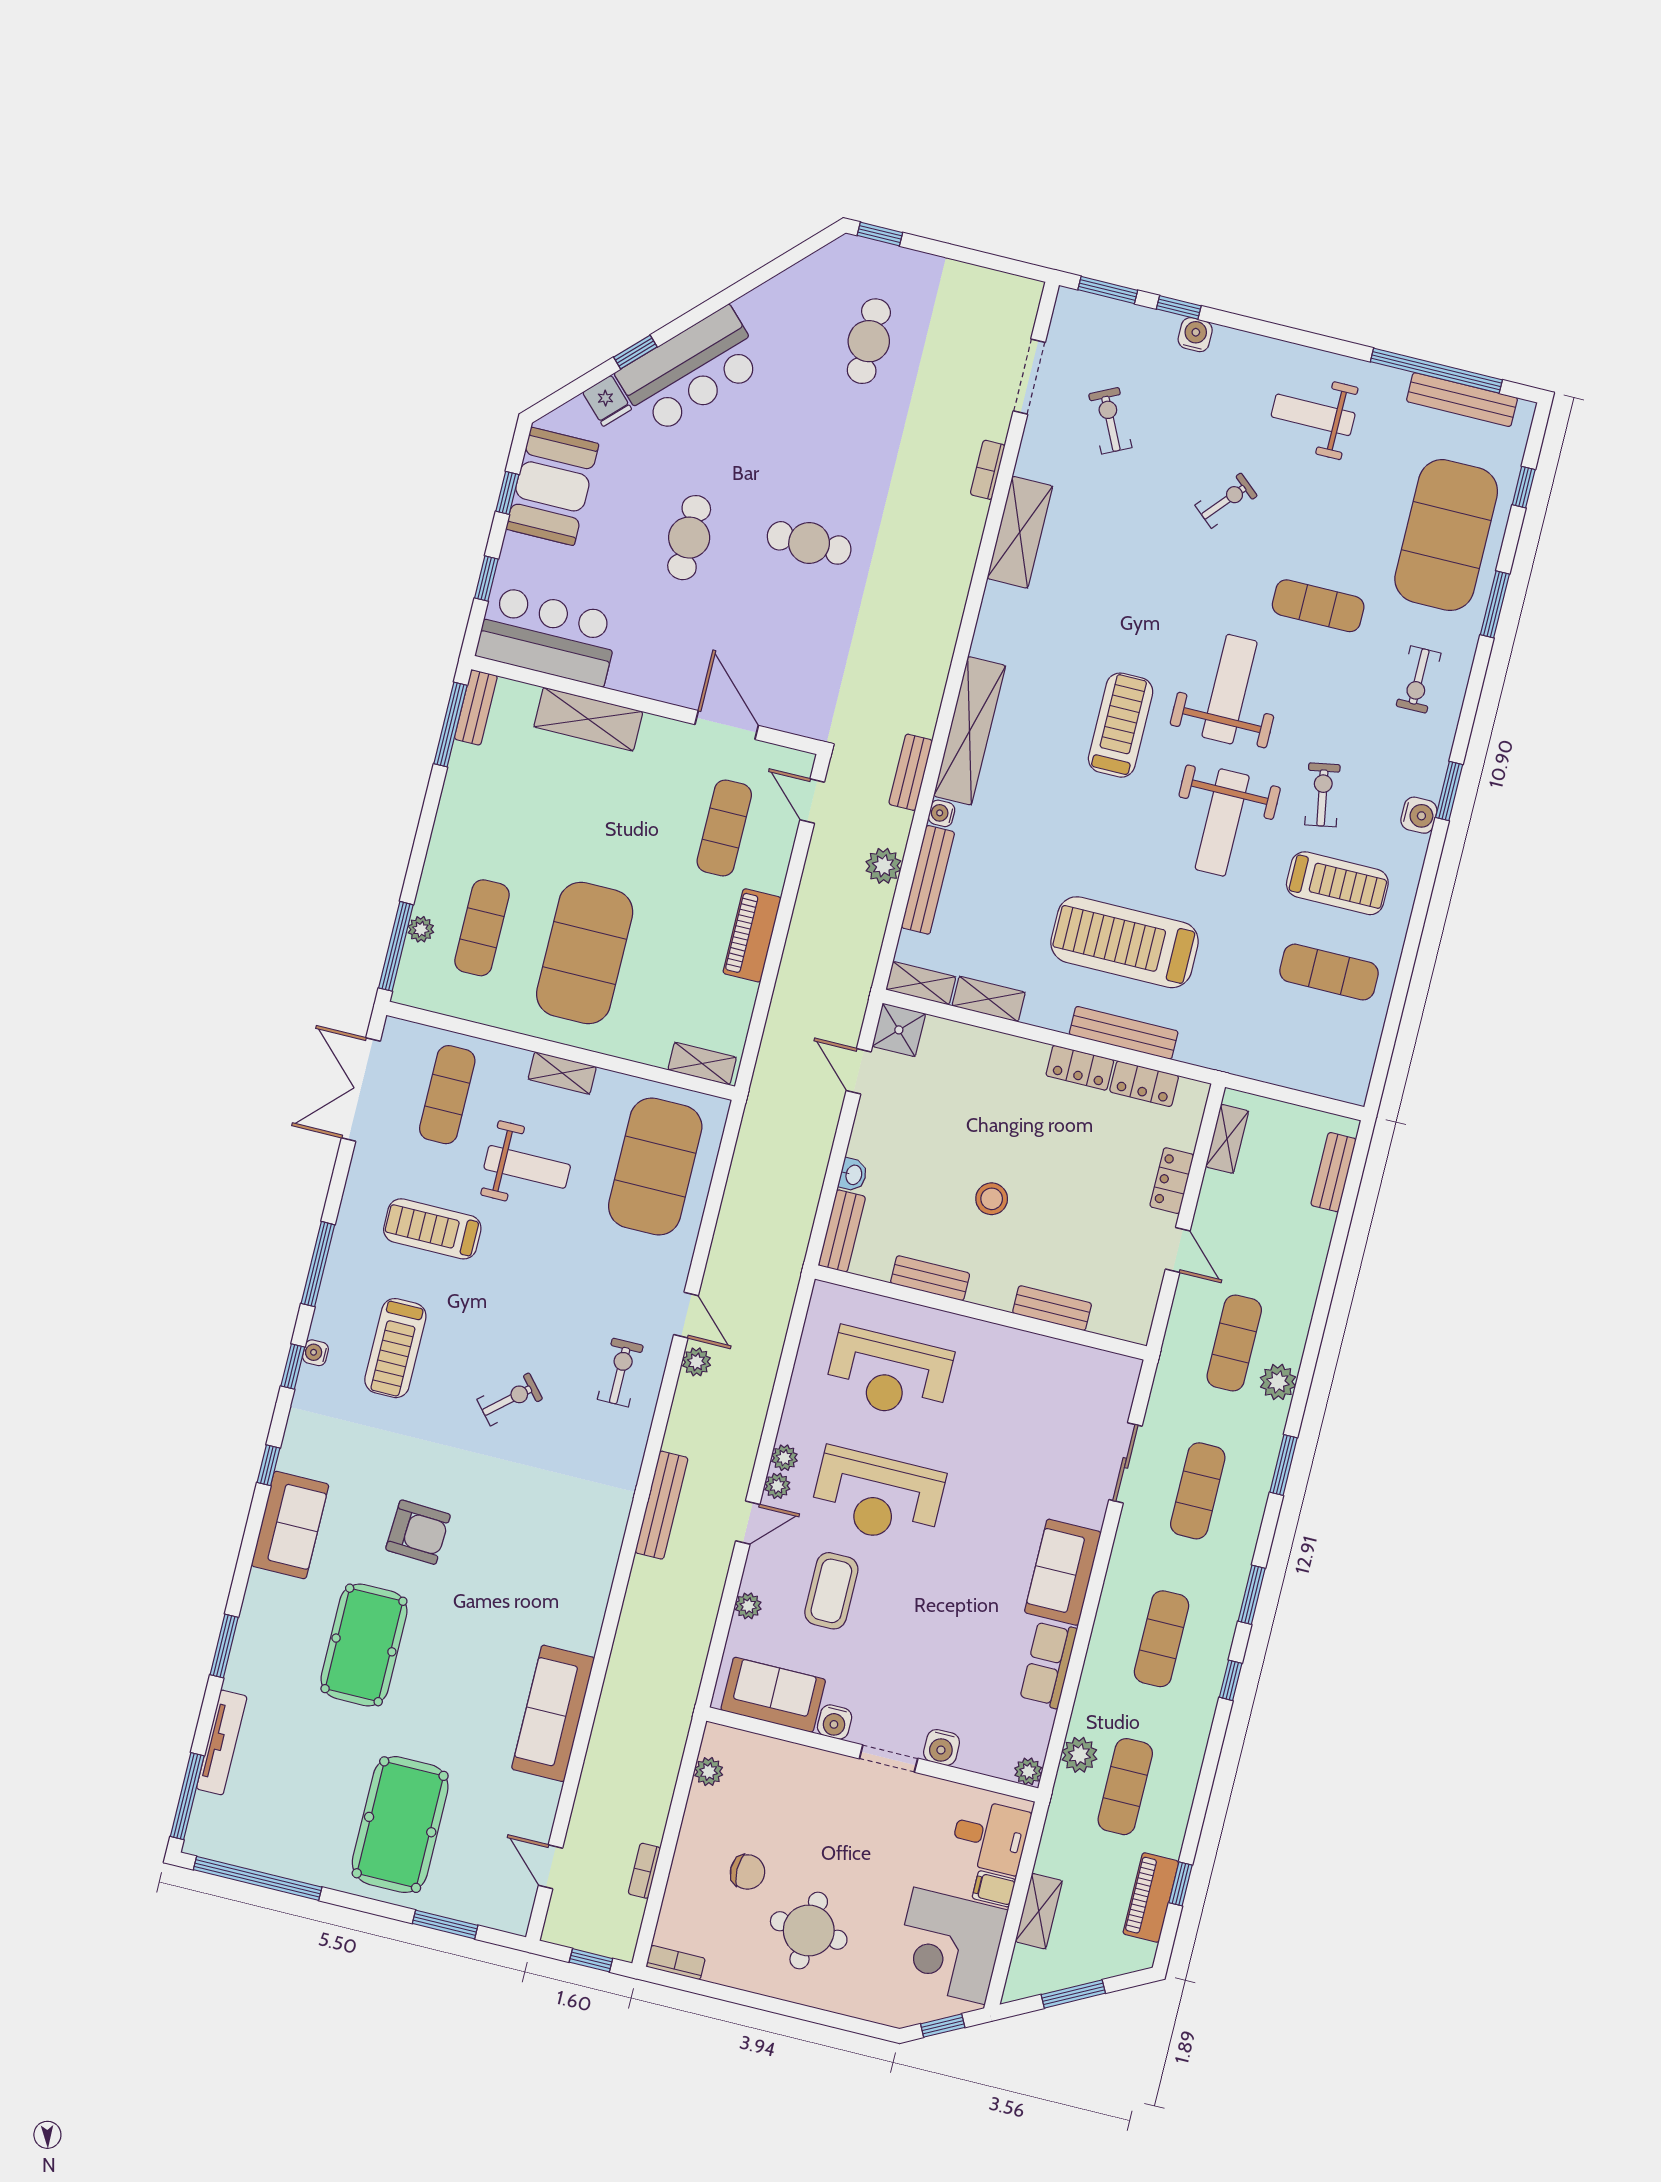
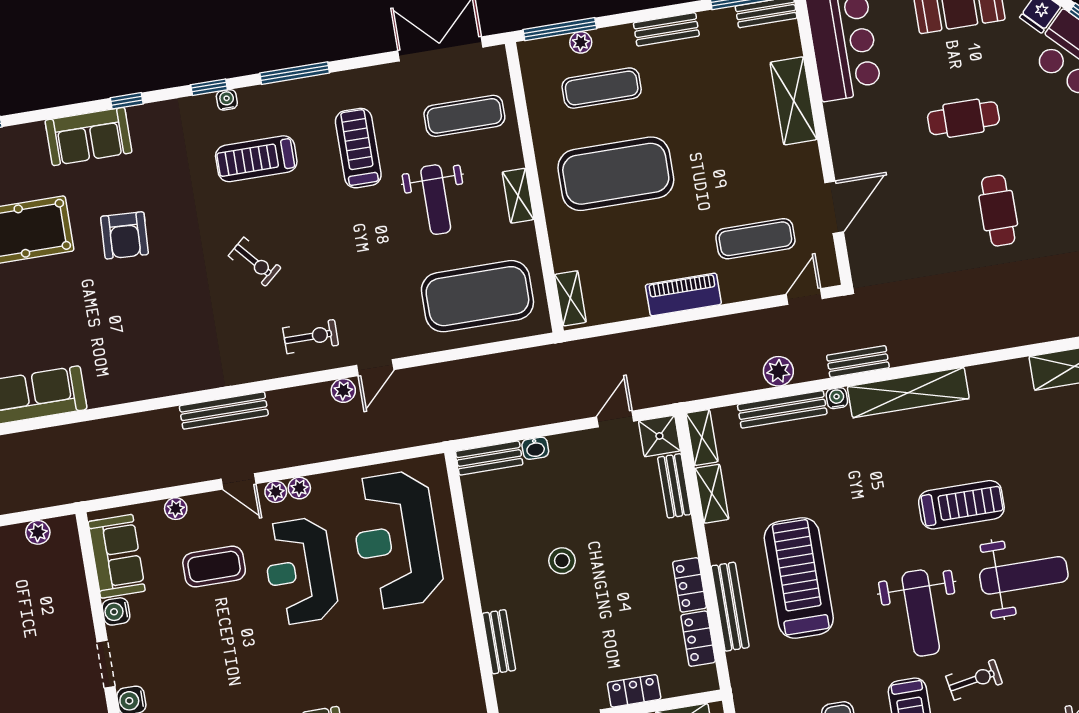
weight bench: (1222, 822) -> (921, 613), turned -90
bench: (447, 827) -> (666, 29), added
bench: (930, 1278) -> (674, 486), moved
reception desk: (889, 1374) -> (396, 540), width x1.36, depth x1.30

